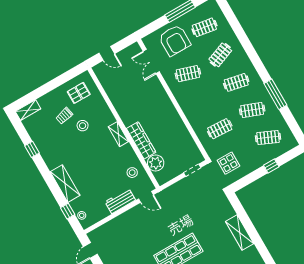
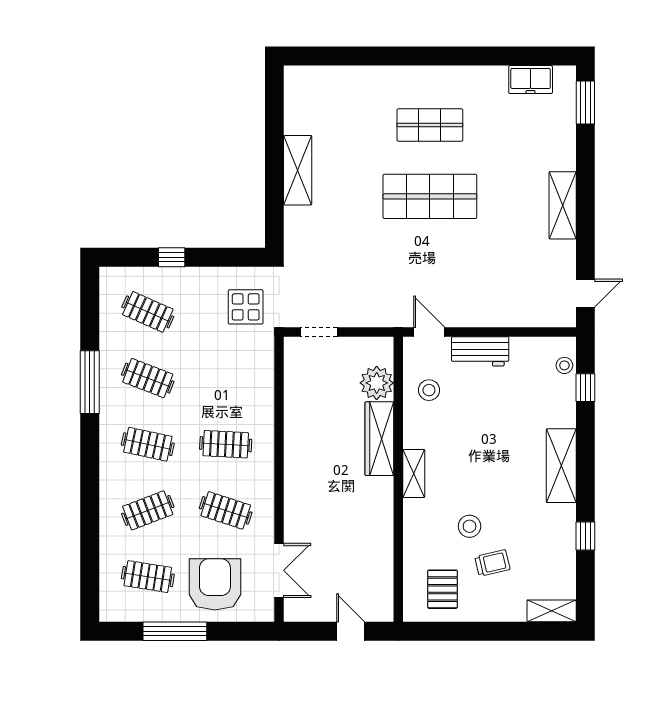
pallet: (79, 93) -> (442, 589), turned 90
clothes rail: (220, 129) -> (226, 444), moved
shelving: (65, 184) -> (561, 466), moved

